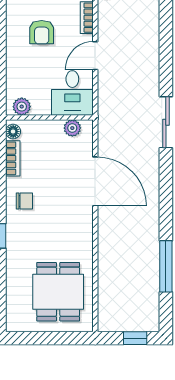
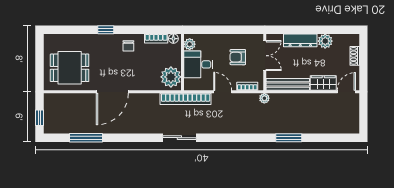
desk: (72, 93) -> (198, 64), moved
bookcase: (106, 113) -> (186, 99), added
plant: (72, 128) -> (171, 77), width x1.88, depth x1.88
door: (95, 181) -> (112, 92), moved

